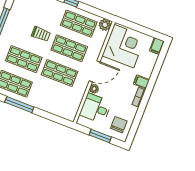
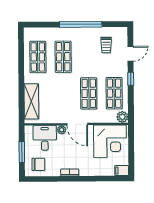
trolley: (41, 34) -> (106, 45), moved
shop shelf: (60, 73) -> (63, 94), removed
filing cabinet: (141, 82) -> (84, 169), removed
window: (19, 105) -> (21, 69), removed
shelving: (55, 107) -> (31, 101), added

